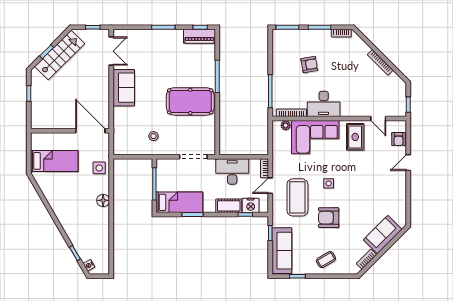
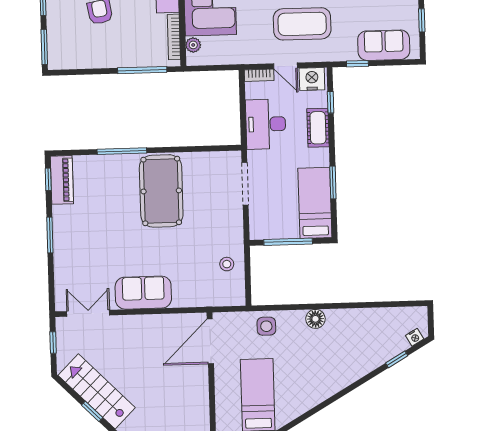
stool: (154, 136) -> (227, 264), moved
nightstand: (251, 205) -> (312, 79), moved, turned -90
sofa: (282, 251) -> (384, 45), width x0.73

